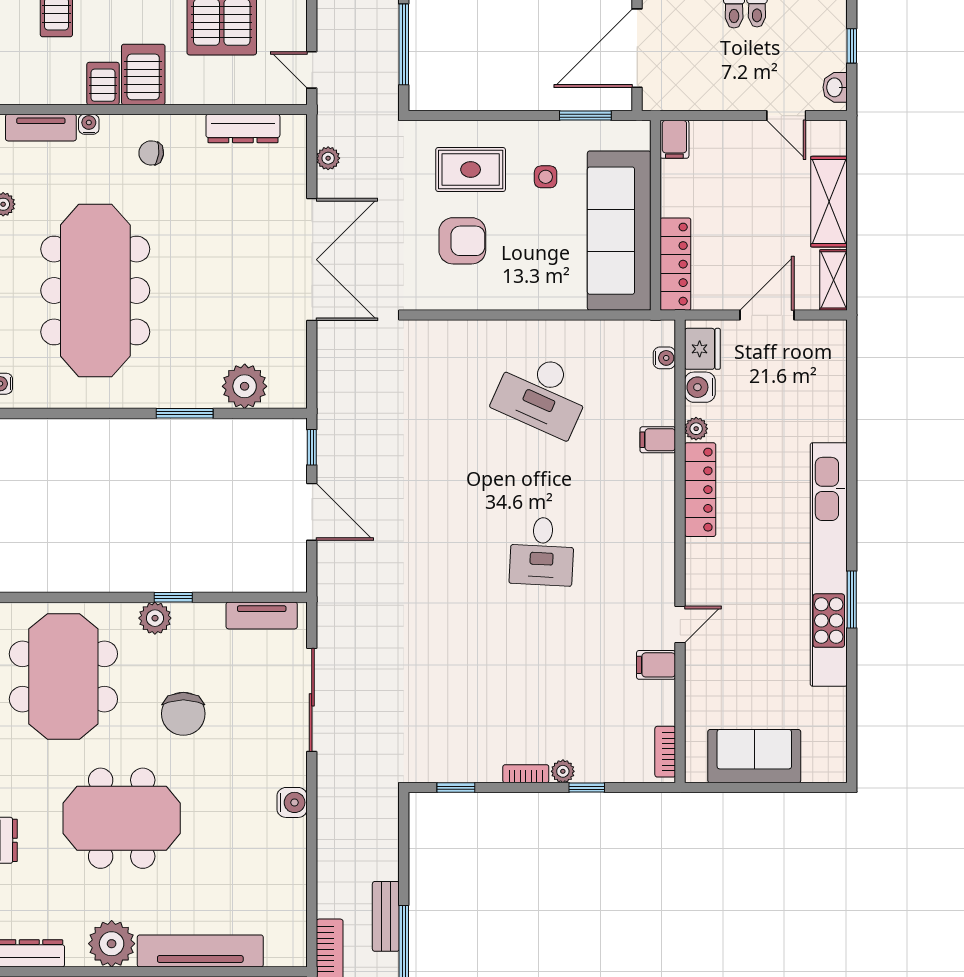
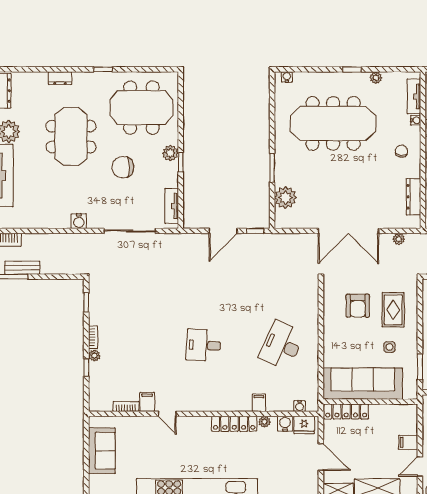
filing cabinet: (674, 139) -> (408, 442), moved
bookcase: (665, 752) -> (126, 406), moved

